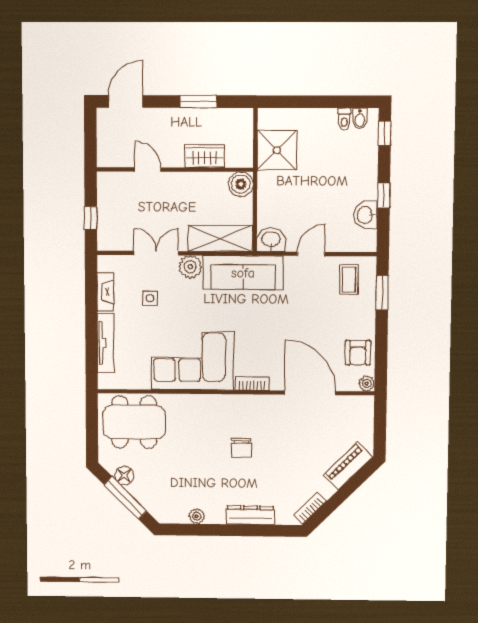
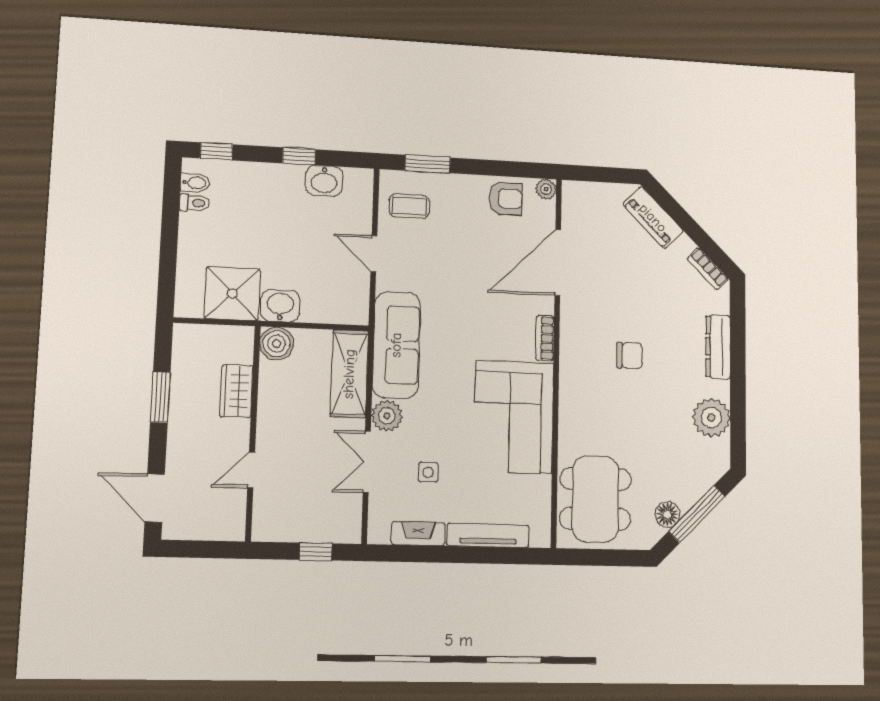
washbasin: (271, 240) -> (280, 306), moved, turned 90
plant: (197, 516) -> (711, 418), width x1.87, depth x1.87

